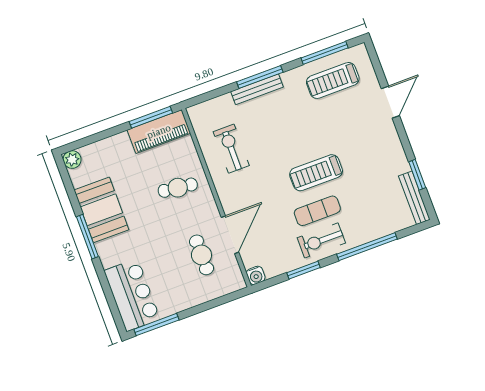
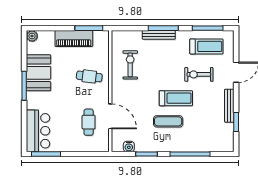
treadmill: (333, 80) -> (206, 46), turned 180
piano: (159, 131) -> (74, 38), moved
treadmill: (316, 173) -> (176, 98), turned 180
bench: (414, 198) -> (229, 106), moved
door: (230, 235) -> (110, 116), hinge flipped
exercise bike: (321, 240) -> (199, 74), moved
water cooler: (256, 275) -> (129, 147), moved

